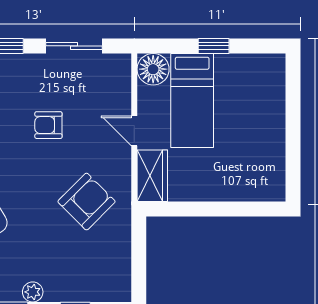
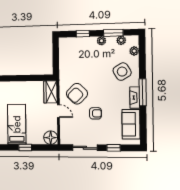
bed: (192, 101) -> (17, 124), moved
armchair: (86, 202) -> (77, 94), moved

